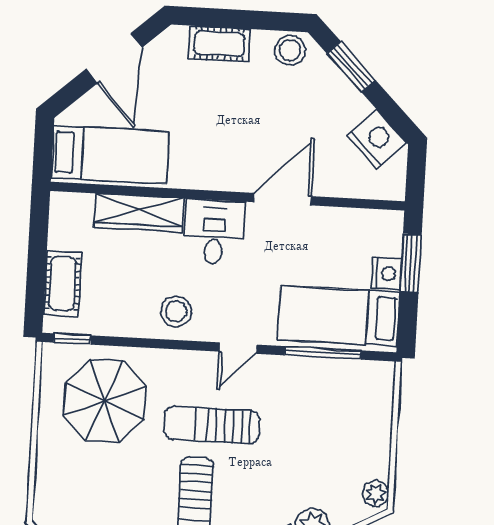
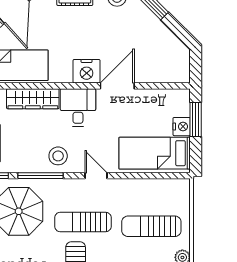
nightstand: (376, 139) -> (87, 71), moved, turned 135
door: (238, 348) -> (96, 176), swing flipped
window: (323, 353) -> (41, 176), moved
sun lounger: (326, 438) -> (151, 226), added

